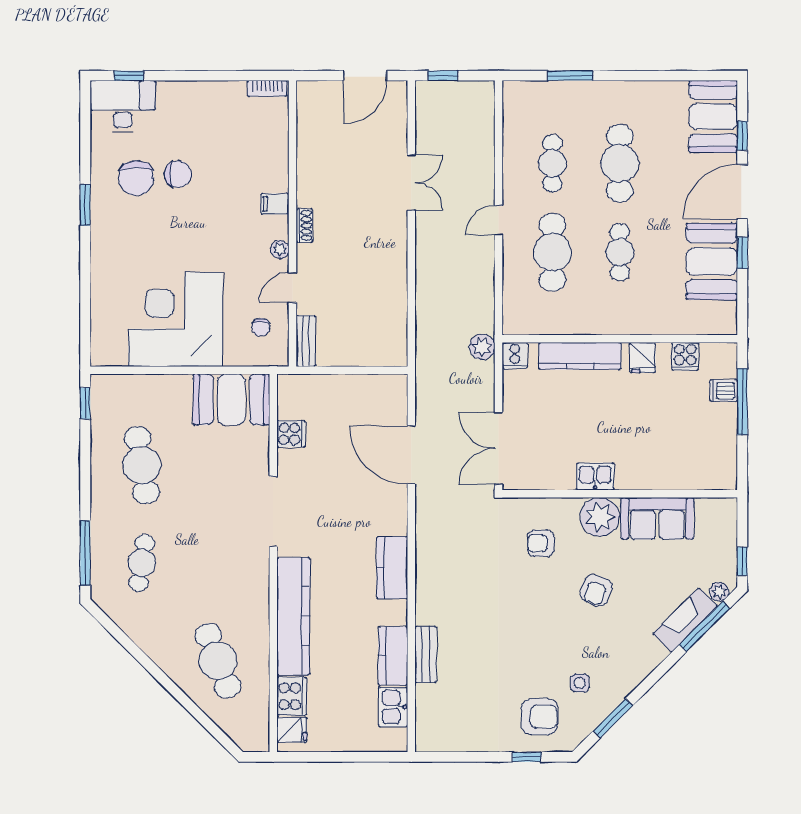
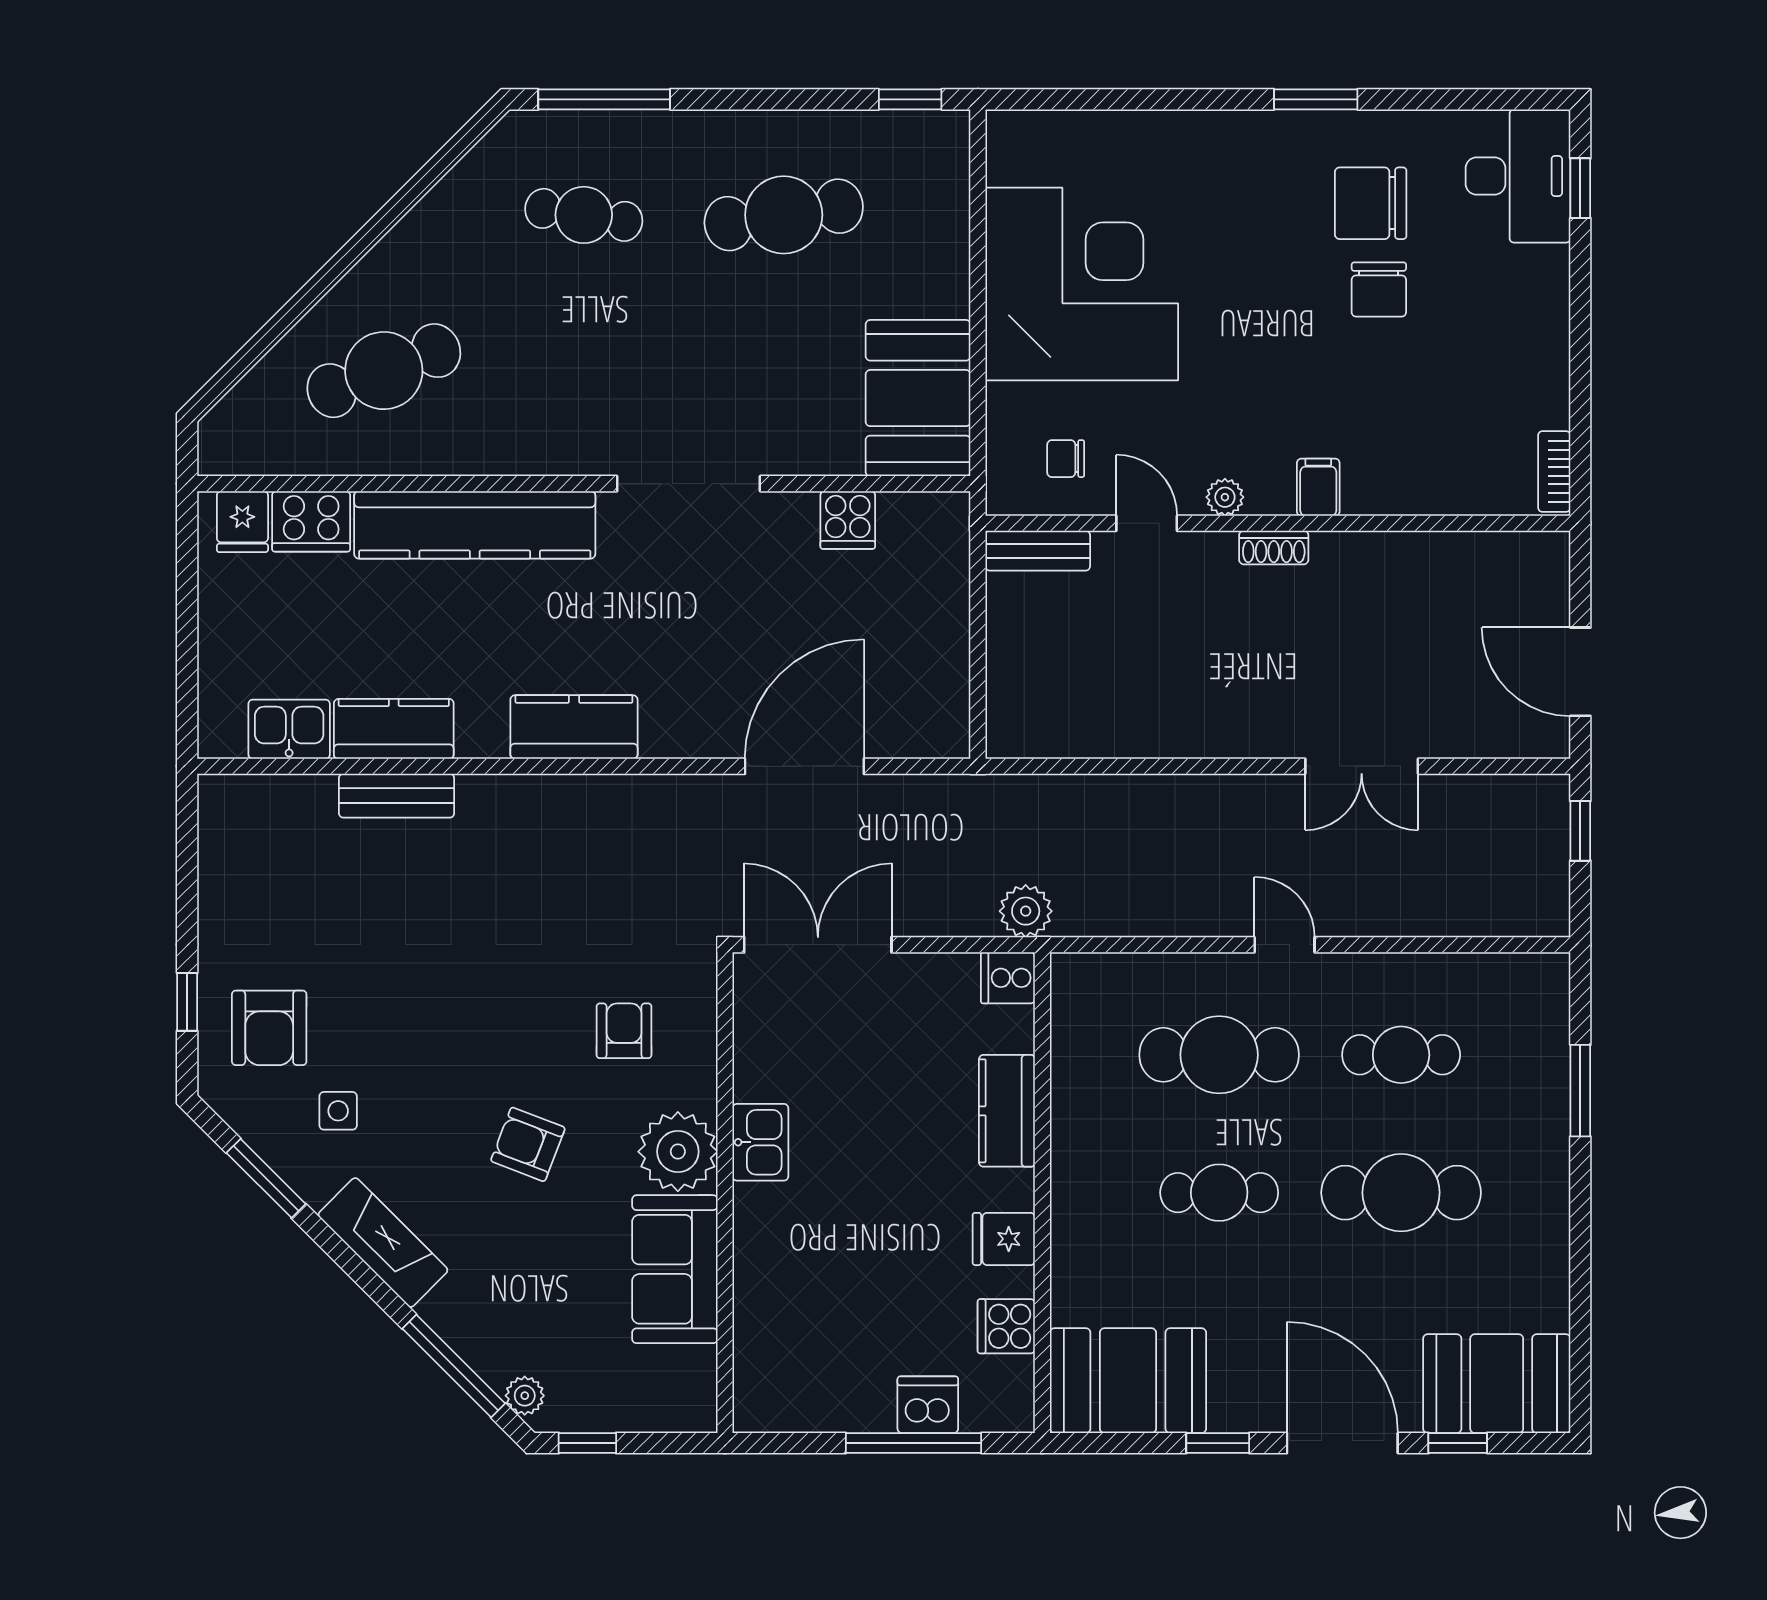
booth: (712, 261) -> (1128, 1381), moved
kitchen counter: (580, 356) -> (1007, 1111), width x0.67
dishwasher: (724, 391) -> (928, 1405), width x1.38
fireplace: (685, 620) -> (383, 1243), moved

